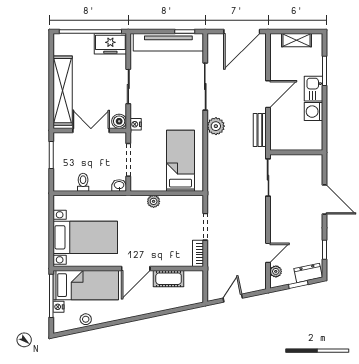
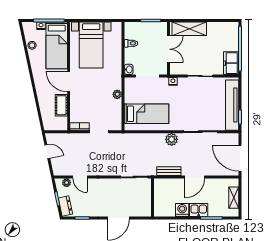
shelving: (63, 91) -> (189, 29), width x0.68
door: (268, 94) -> (195, 177), hinge flipped
boiler: (119, 121) -> (175, 69), removed

